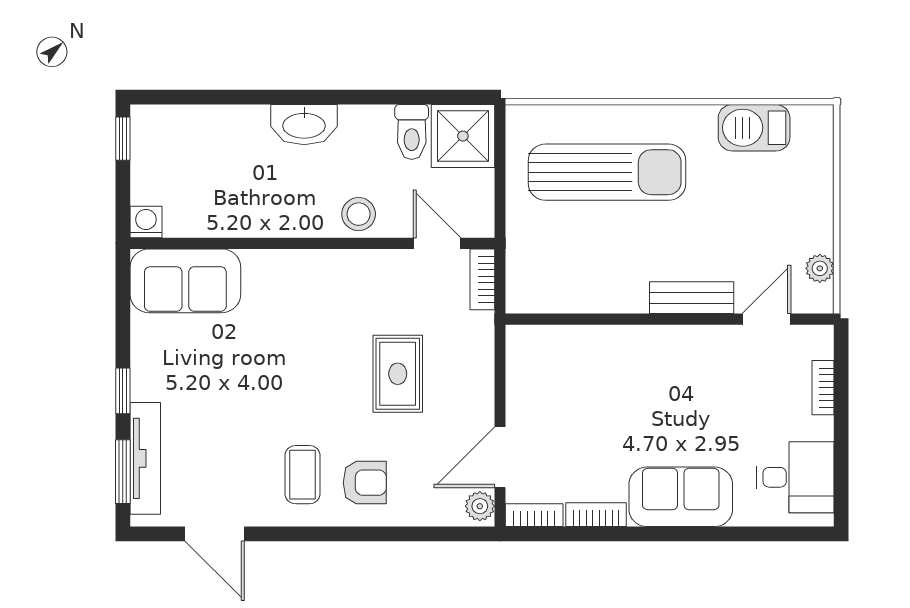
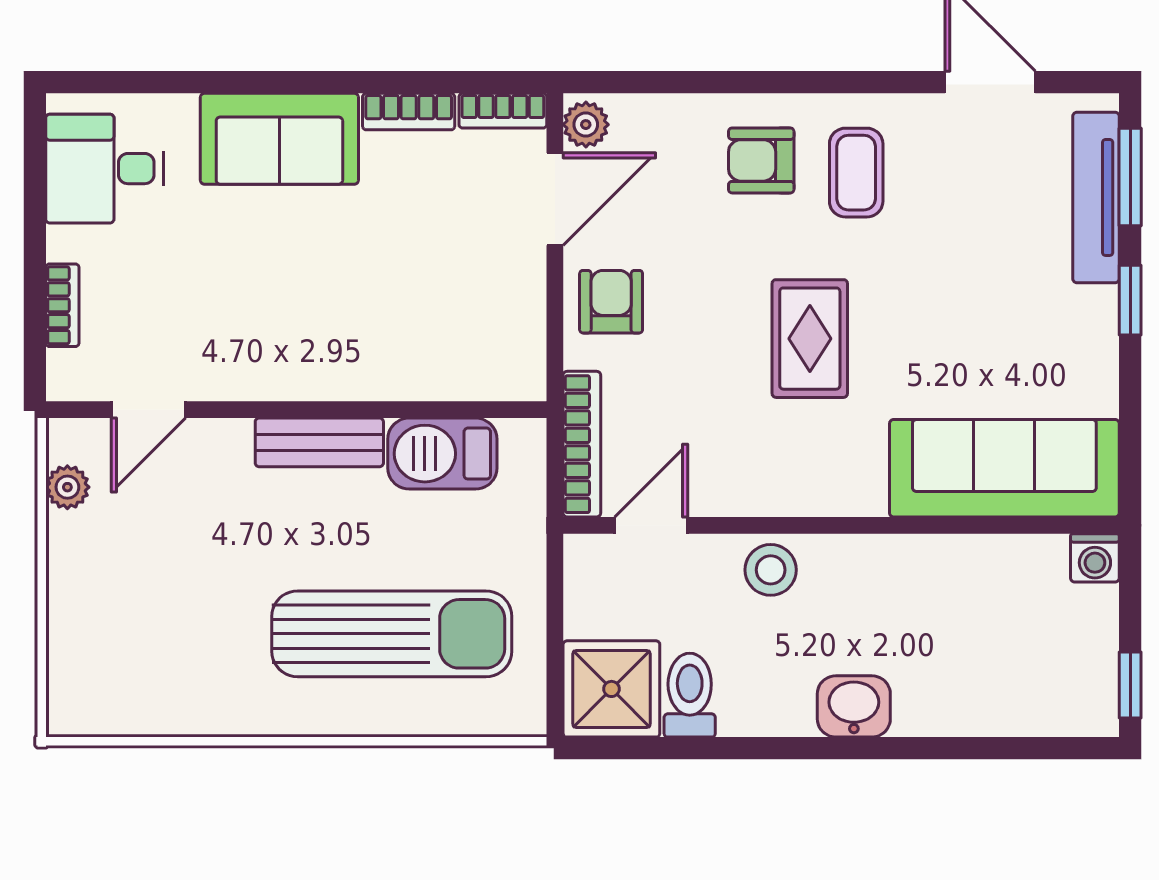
washbasin: (304, 125) -> (854, 706), width x0.72
barbecue: (754, 128) -> (442, 454), moved, turned 180
sun lounger: (607, 172) -> (392, 634), turned 180
door: (437, 243) -> (651, 525), swing flipped
bookcase: (482, 279) -> (582, 444), width x1.56
sofa: (185, 281) -> (1004, 468), width x1.36
bench: (692, 298) -> (319, 442), moved
rug: (398, 374) -> (810, 339), moved
armchair: (463, 390) -> (611, 302), added

